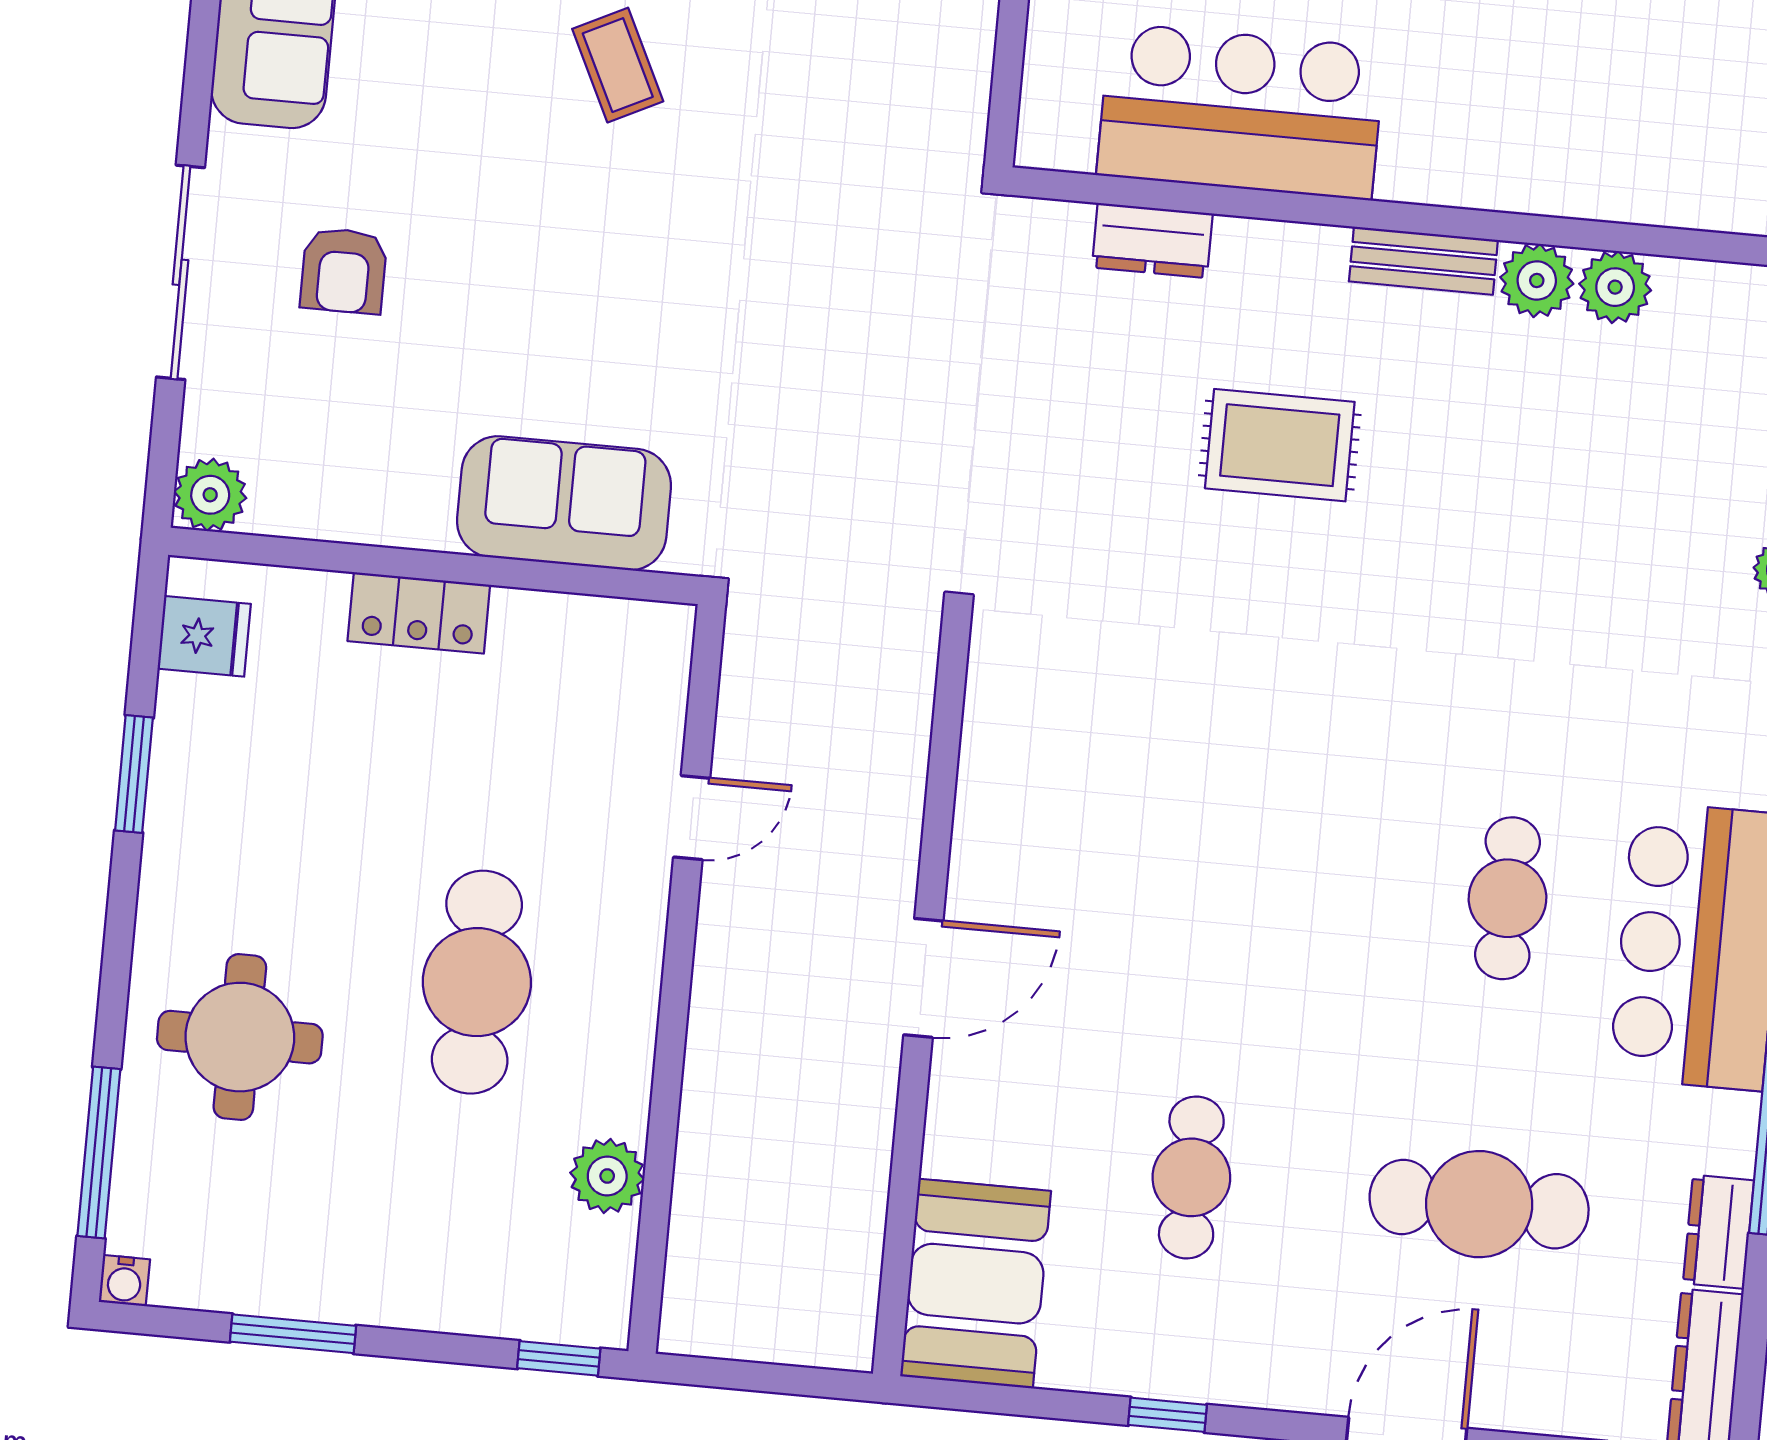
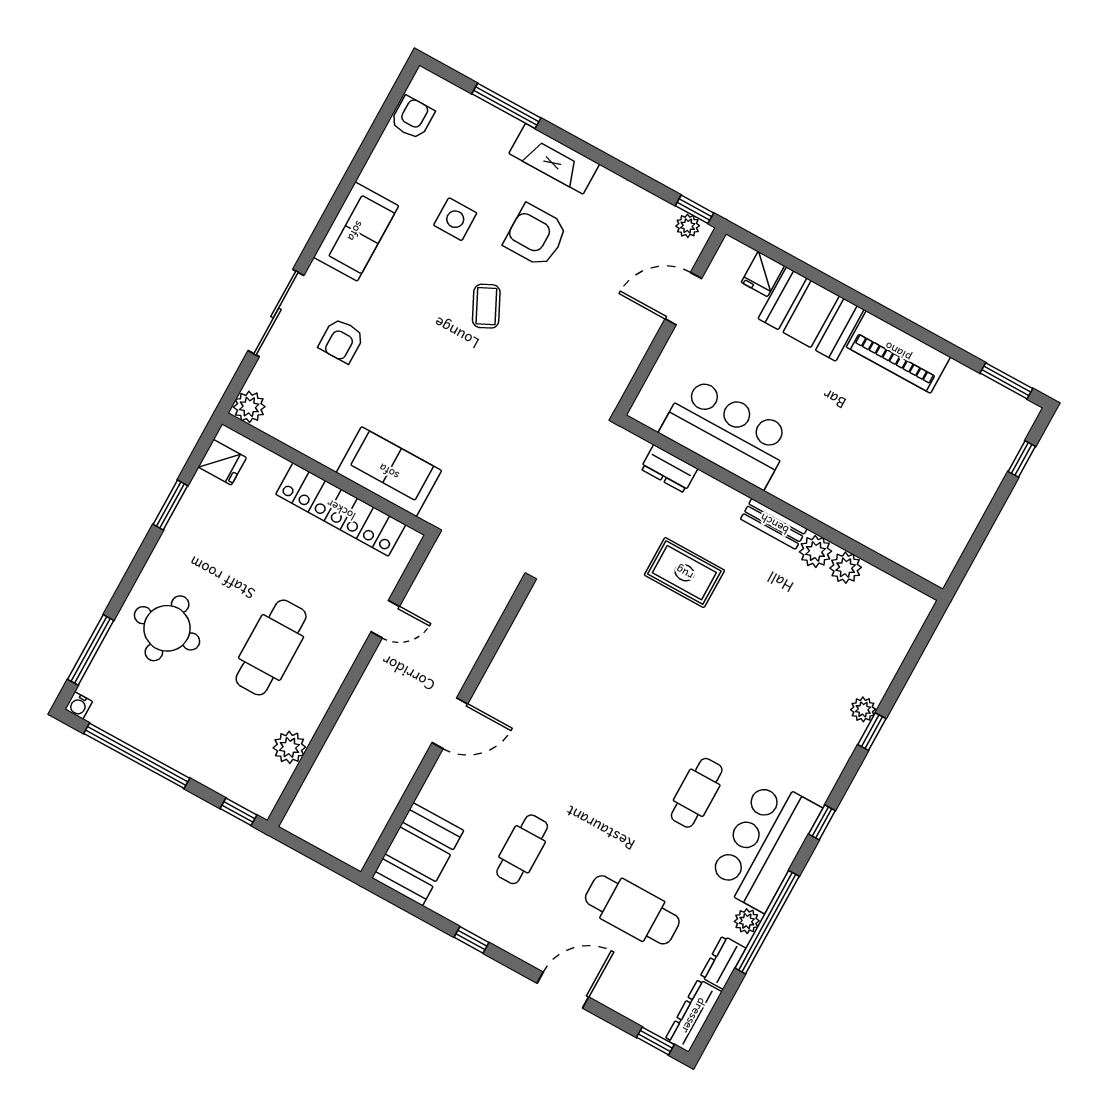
locker: (419, 613) -> (341, 510), width x2.16, depth x1.21
plant: (1731, 1123) -> (747, 921), added
window: (293, 1334) -> (137, 756), width x2.11

